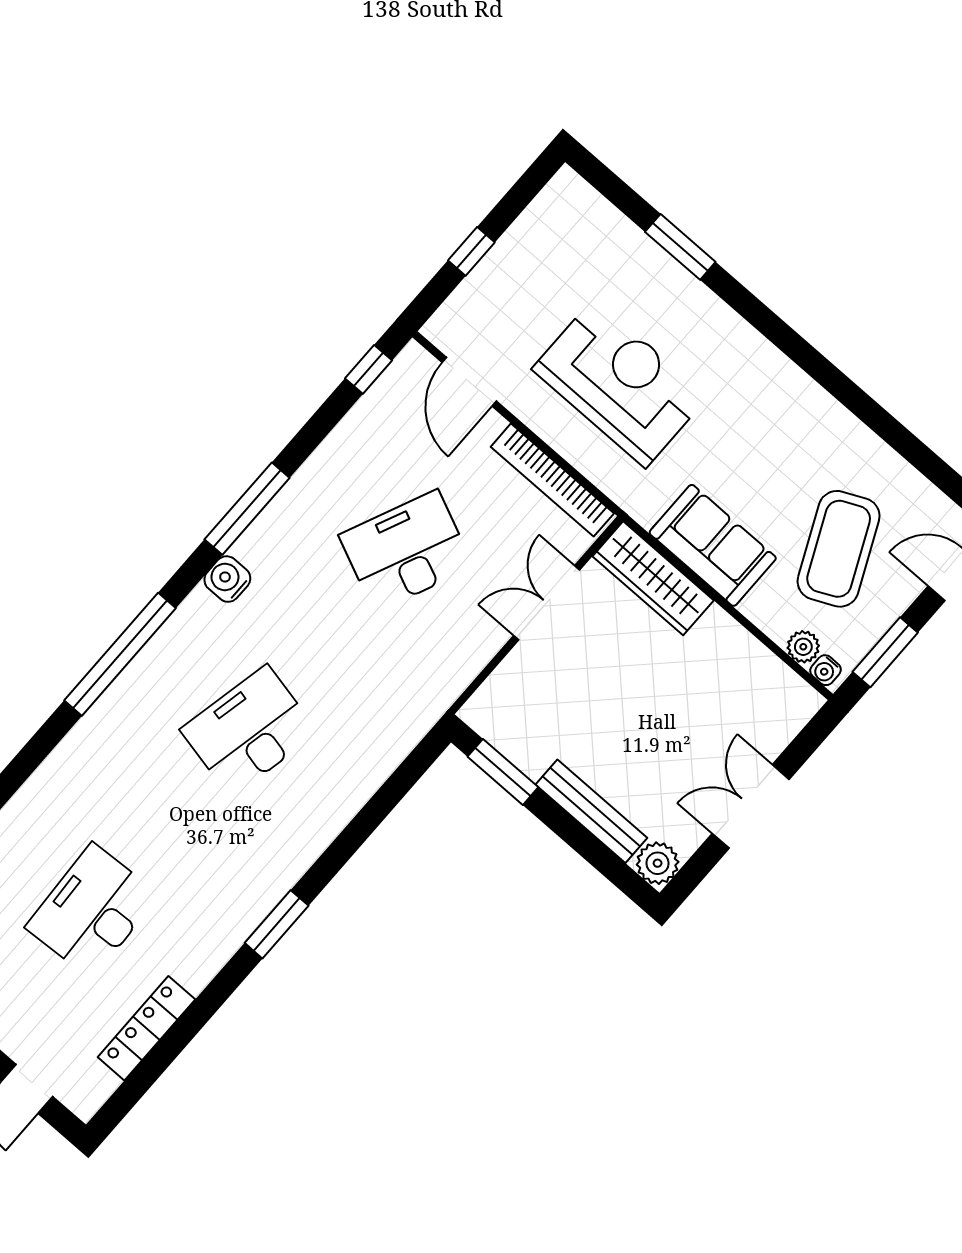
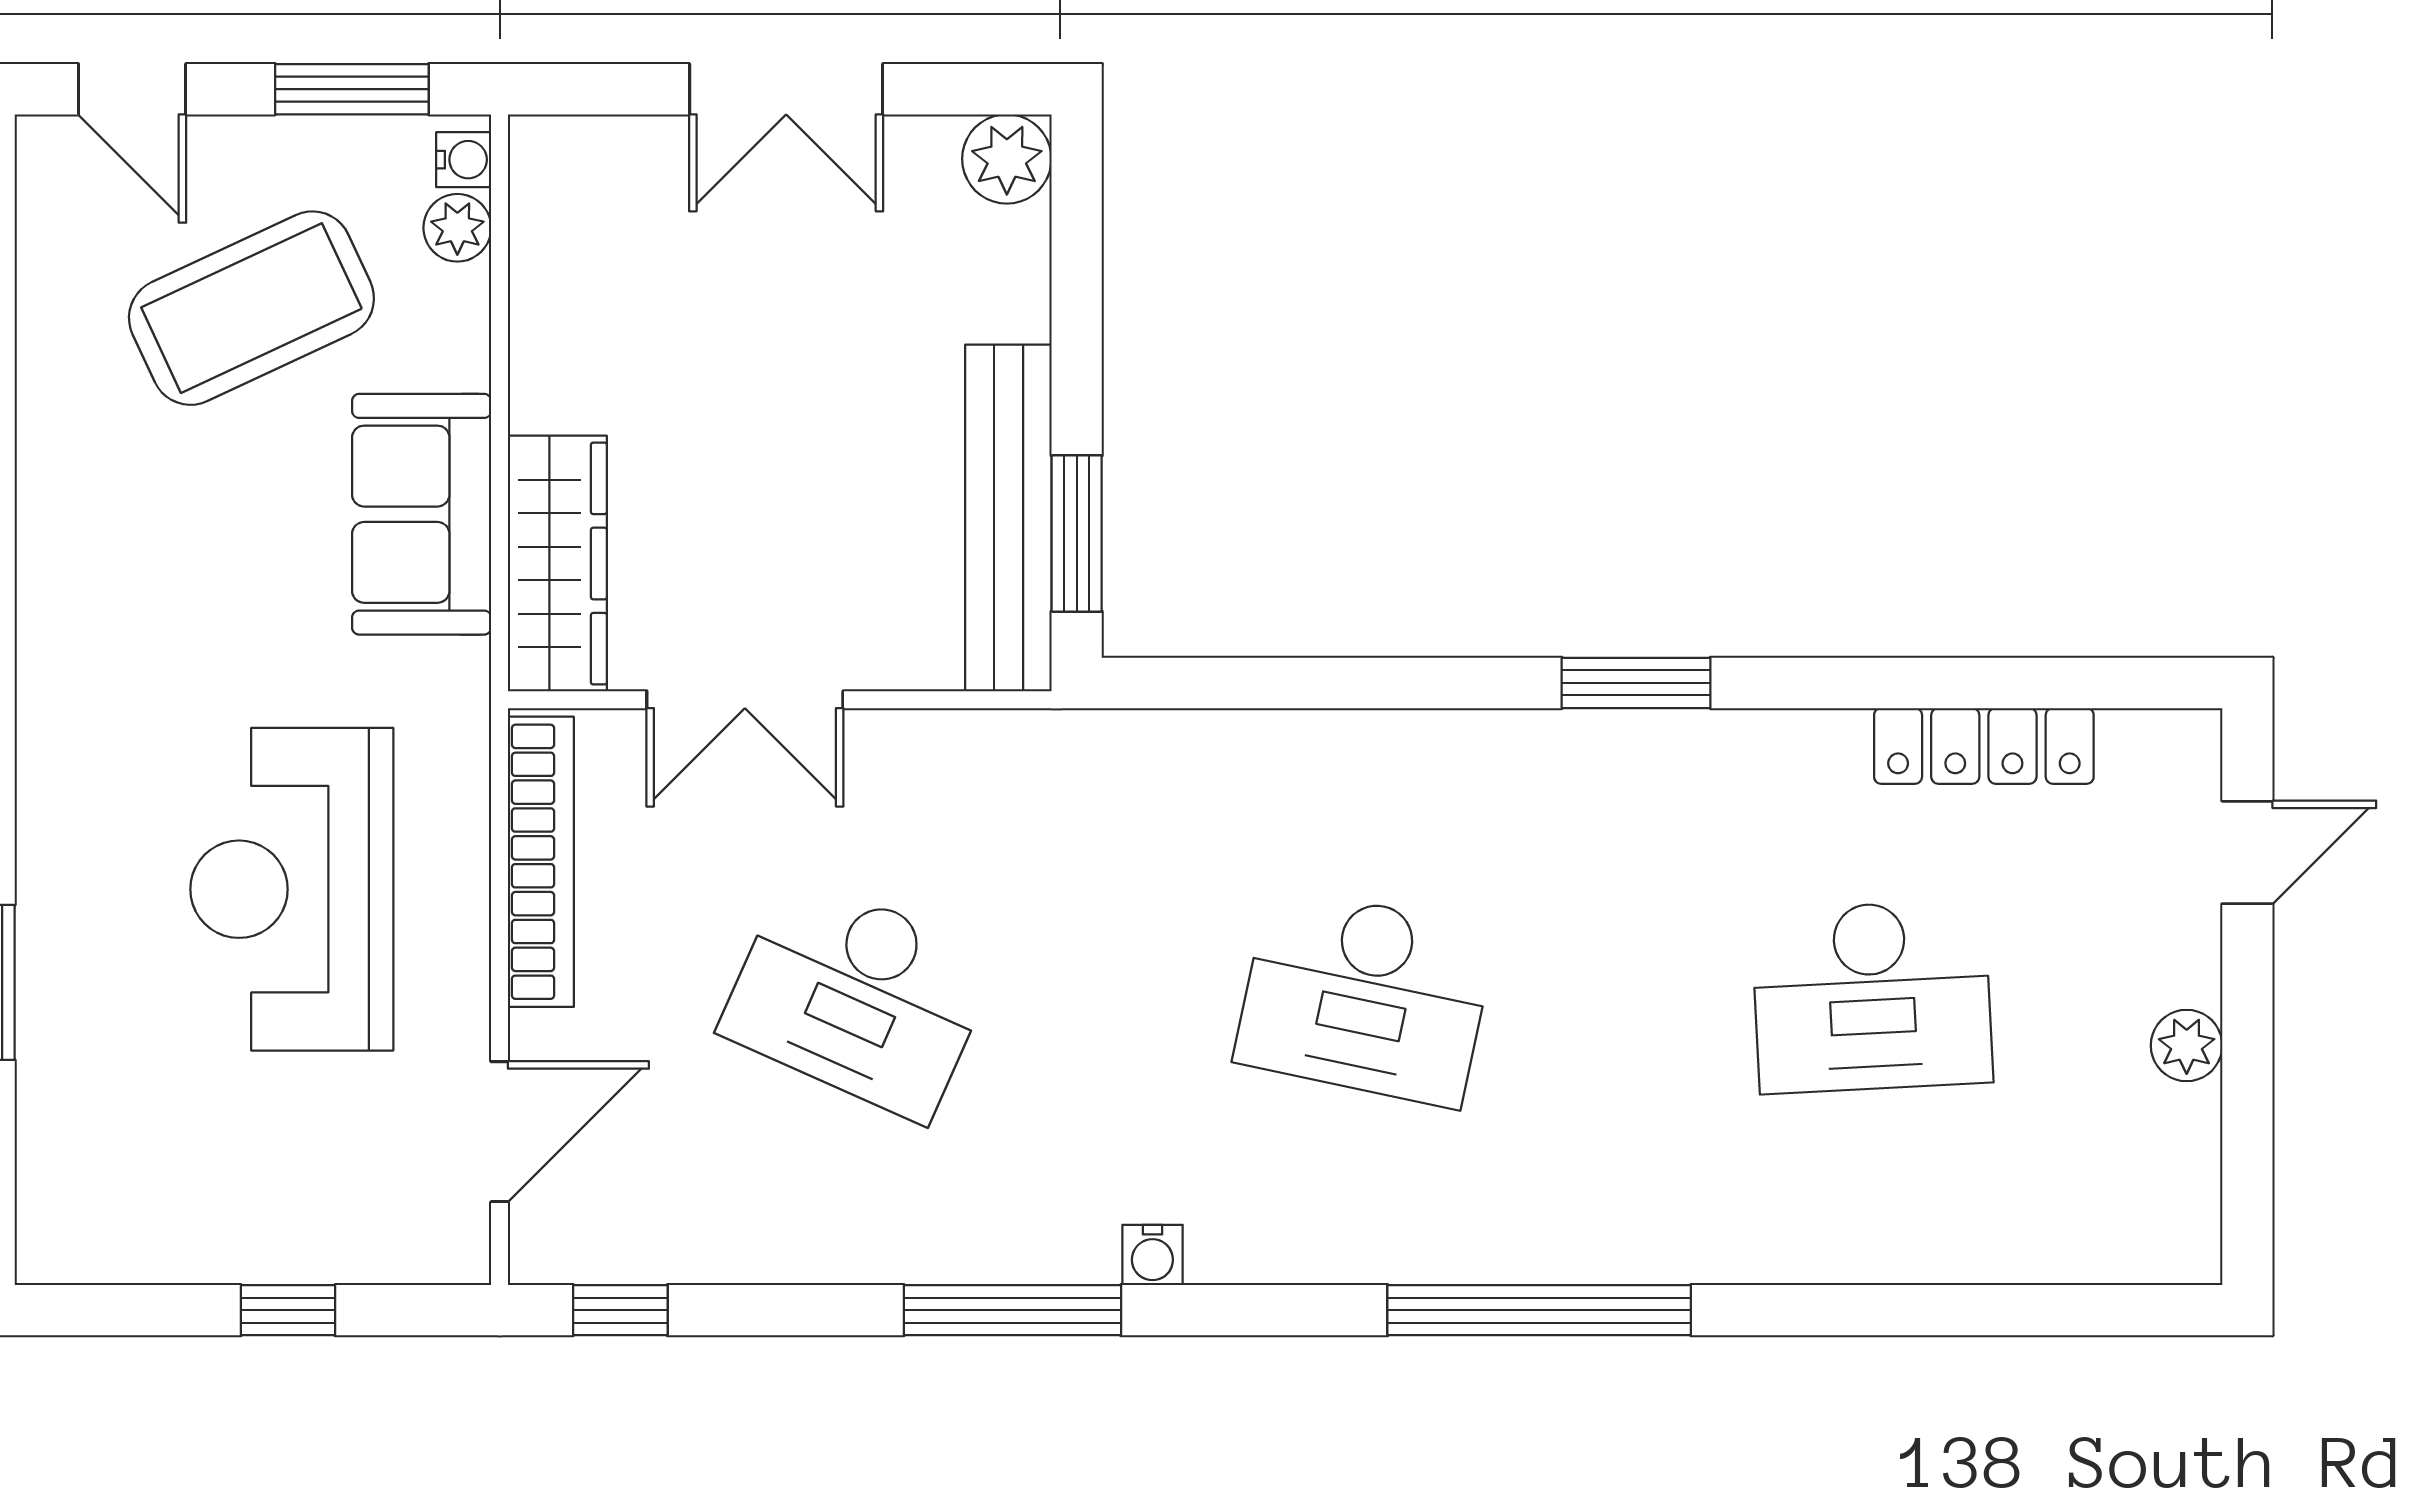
water cooler: (227, 579) -> (1152, 1255), width x0.72, depth x0.72
window: (120, 654) -> (1539, 1310), moved
bench: (591, 811) -> (1008, 518), moved, width x1.37, depth x1.21

